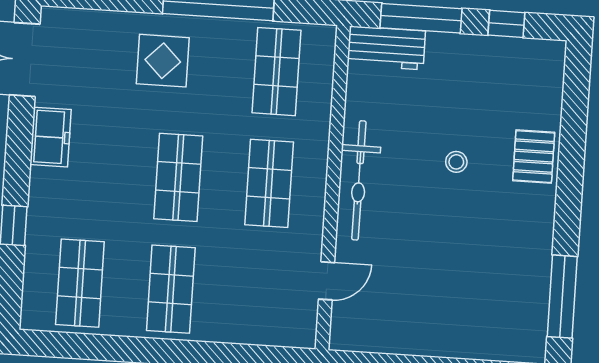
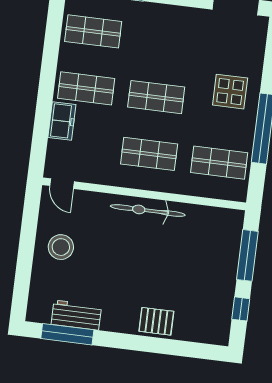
workbench: (386, 48) -> (76, 315), moved, turned 90
freezer: (51, 137) -> (62, 121), moved, turned -90
stool: (456, 162) -> (61, 247), moved, width x1.89, depth x1.89
door: (327, 281) -> (62, 184), moved

